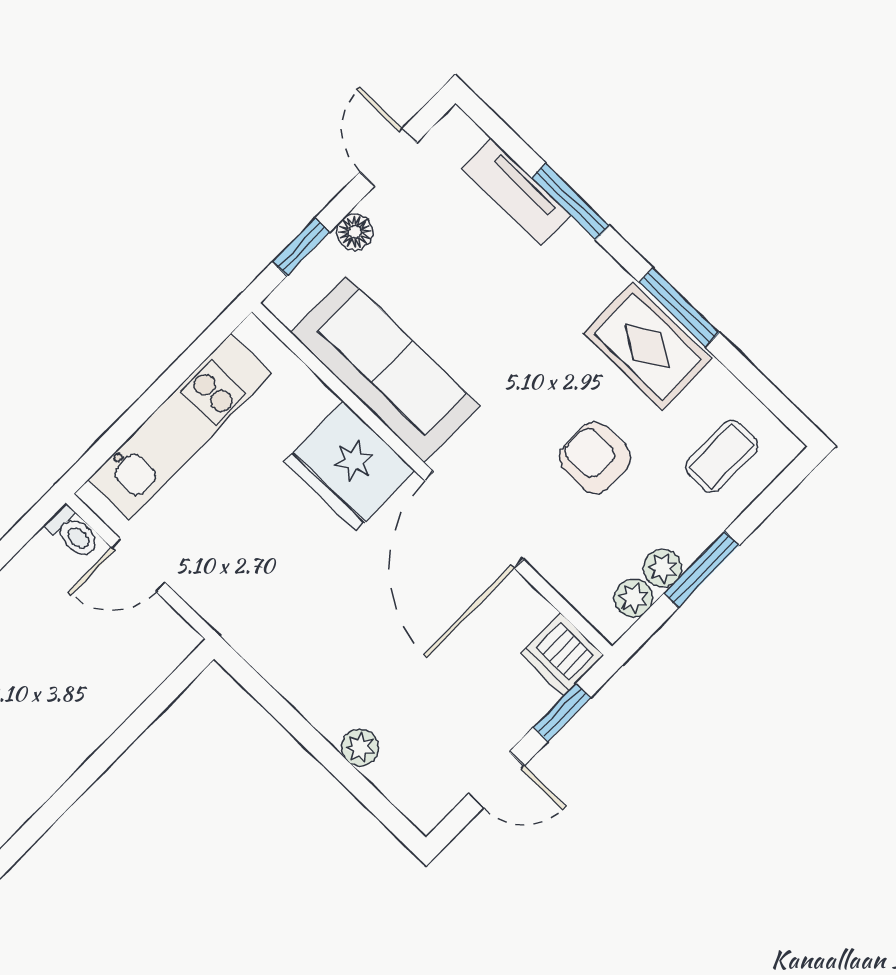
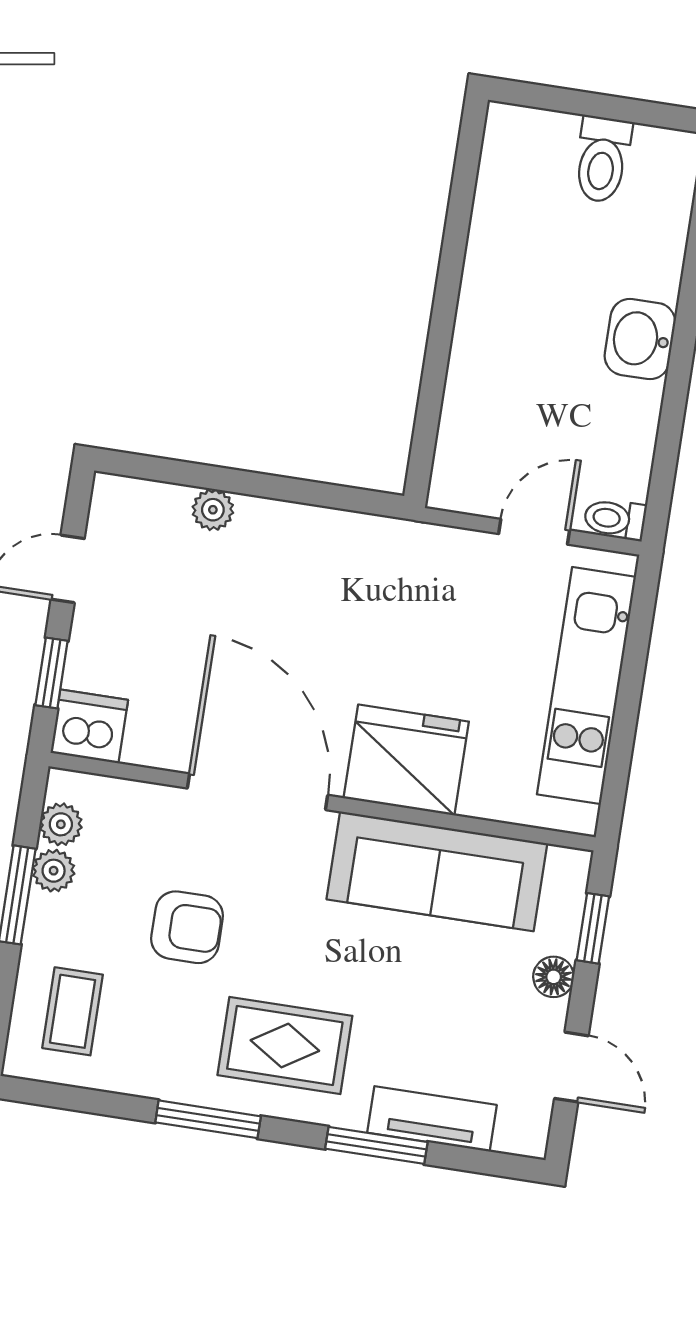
rug: (647, 346) -> (285, 1045), moved

